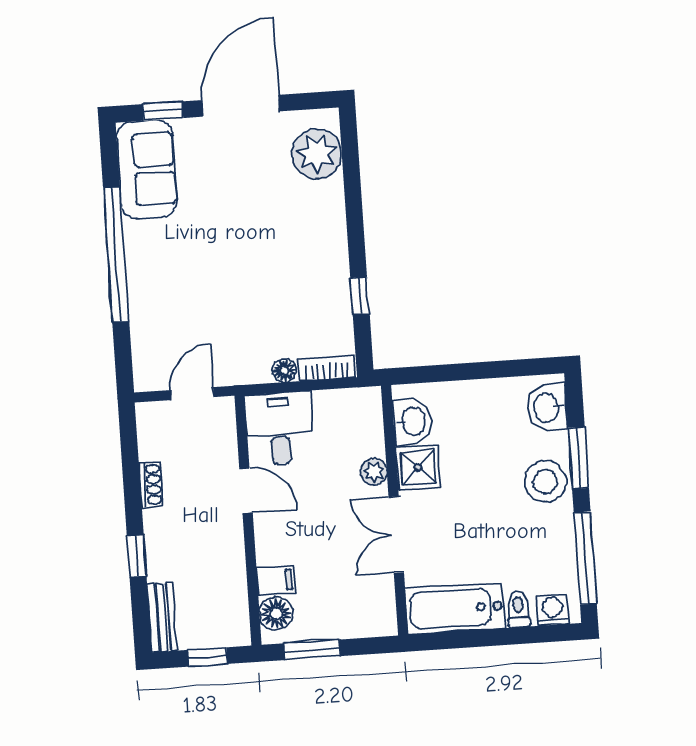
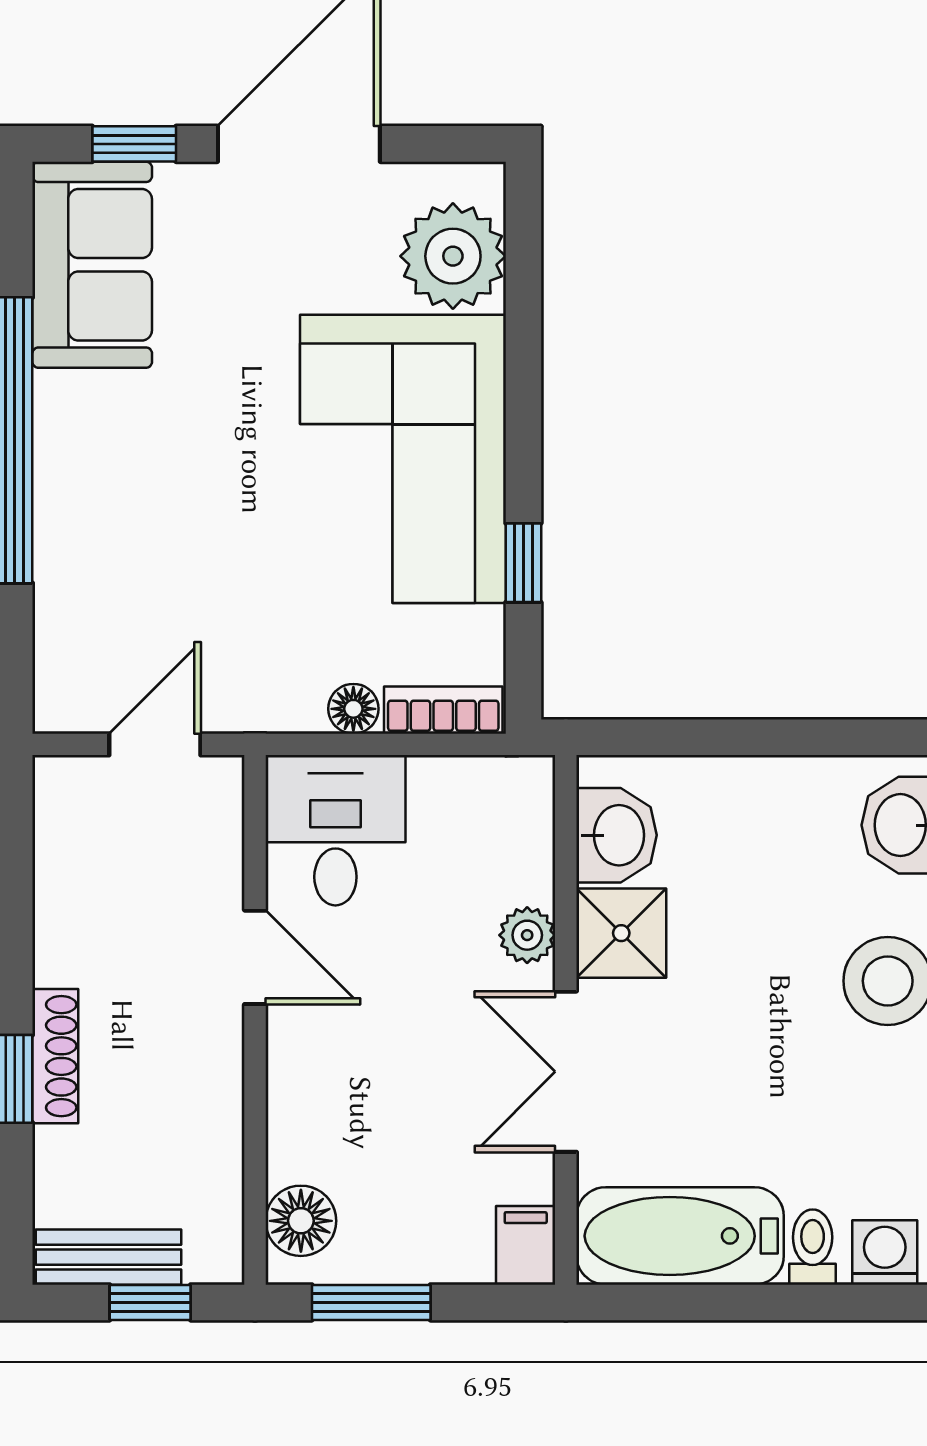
corner sofa: (300, 251) -> (403, 459), added
shoe rack: (151, 485) -> (55, 1056), moved, width x1.43
filing cabinet: (276, 580) -> (526, 1245), moved, turned -90
bench: (162, 617) -> (108, 1257), moved, turned 90

